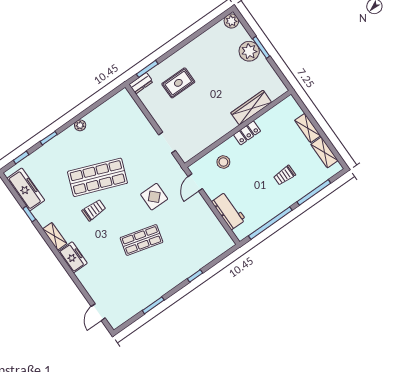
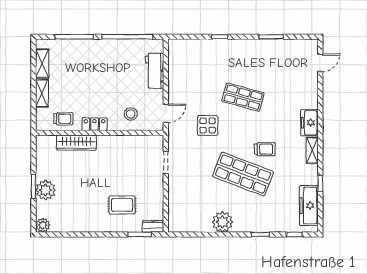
plant: (80, 125) -> (222, 222), width x1.87, depth x1.87
trolley: (284, 175) -> (63, 119), moved
trolley: (94, 210) -> (265, 149), turned 180

